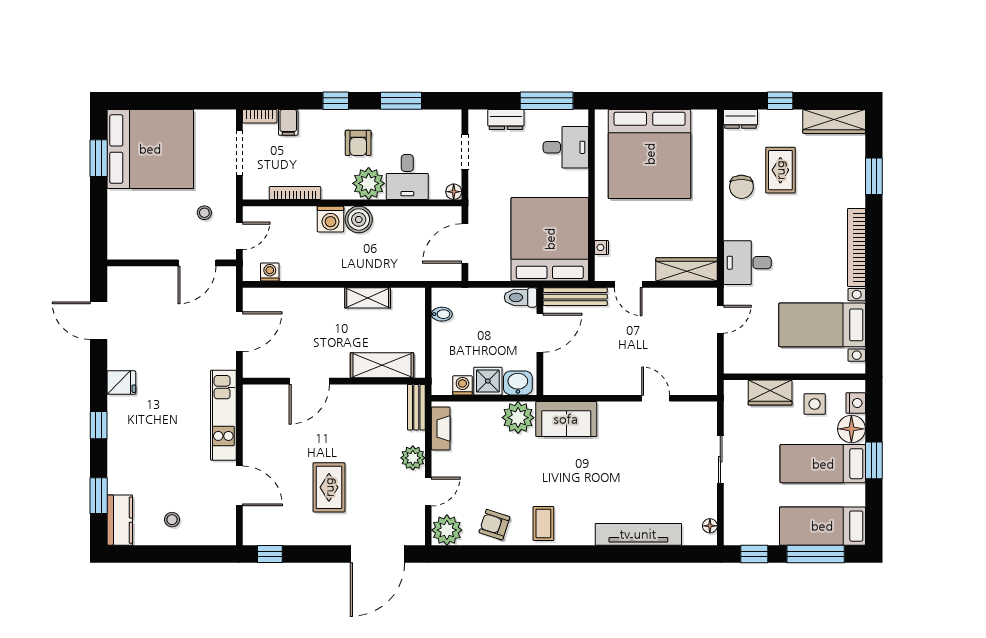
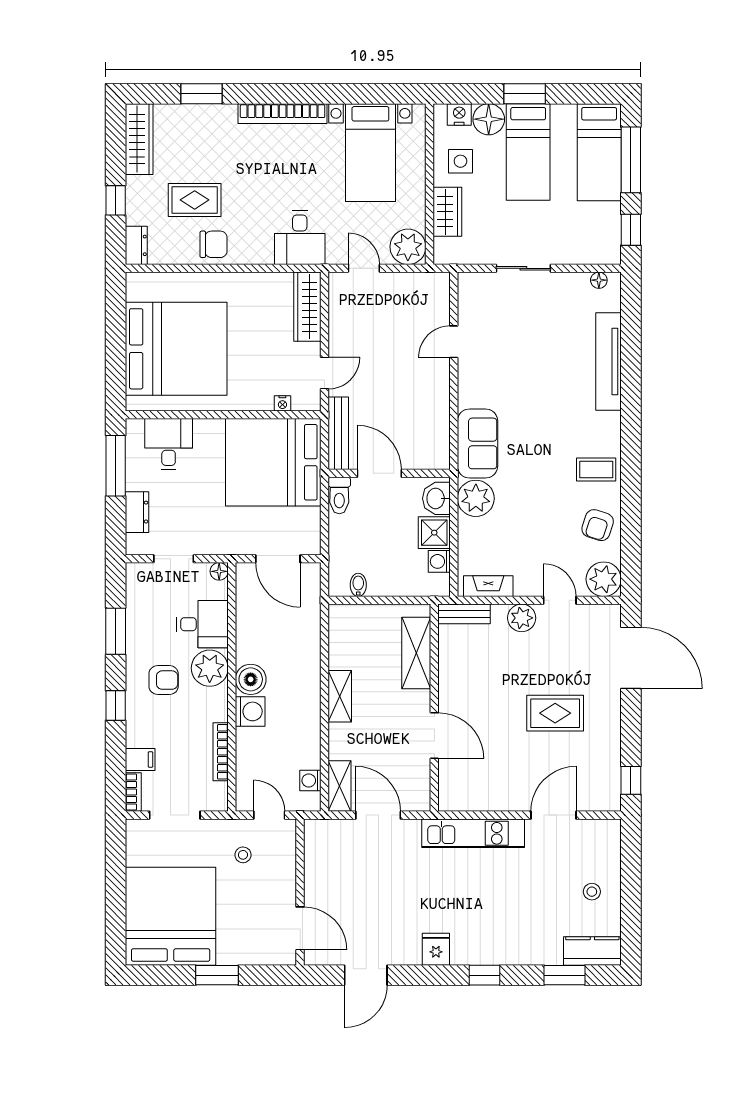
window: (99, 158) -> (217, 975), moved
door: (197, 263) -> (300, 928), moved
shelving: (265, 298) -> (340, 786), added
shelving: (368, 298) -> (340, 696), moved
plant: (739, 358) -> (408, 247), added

